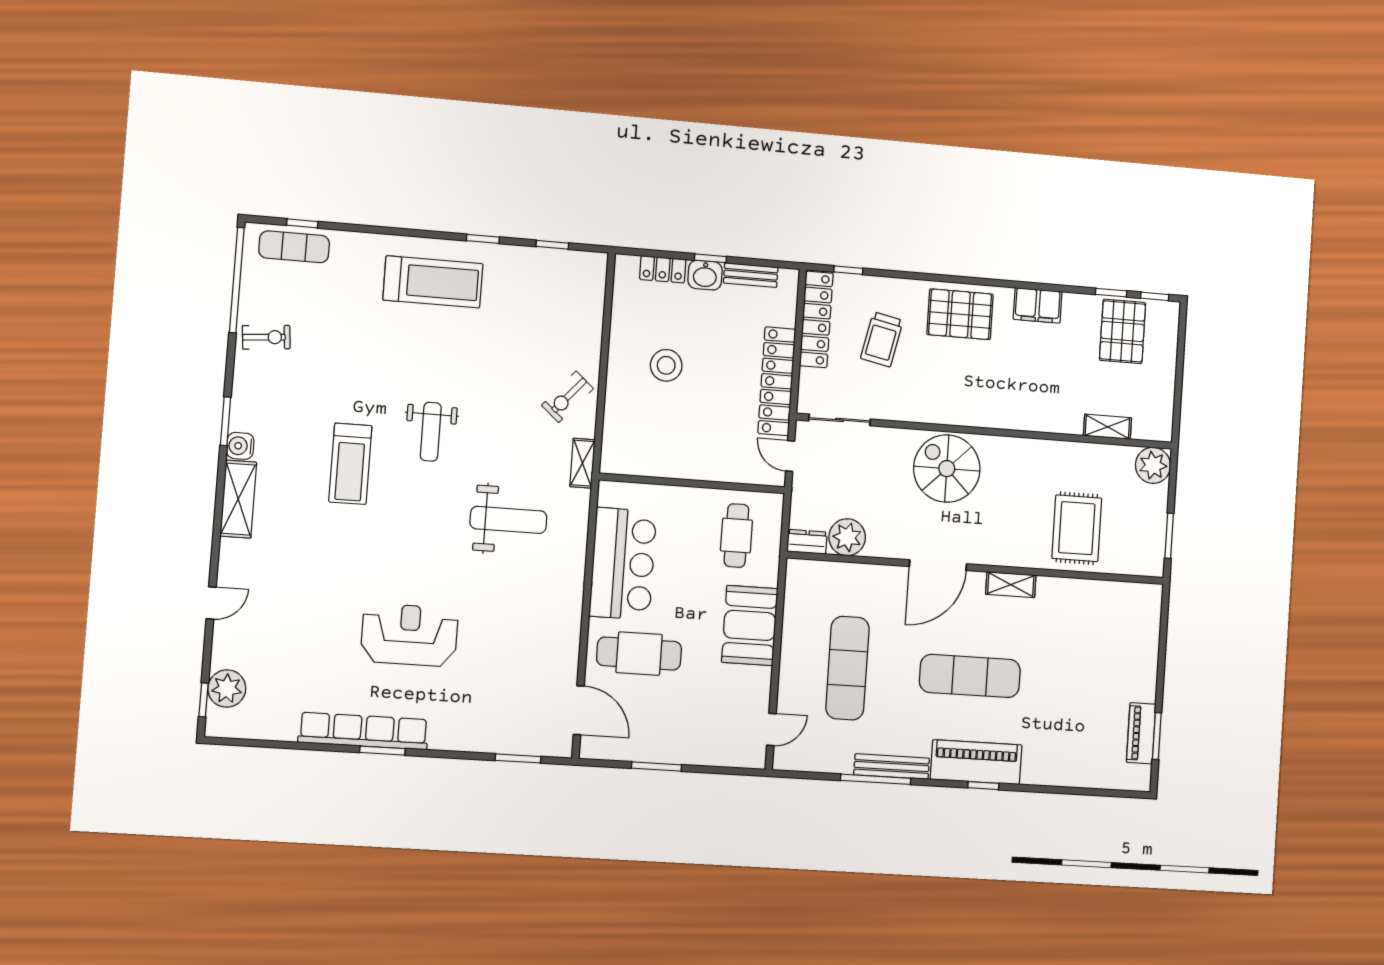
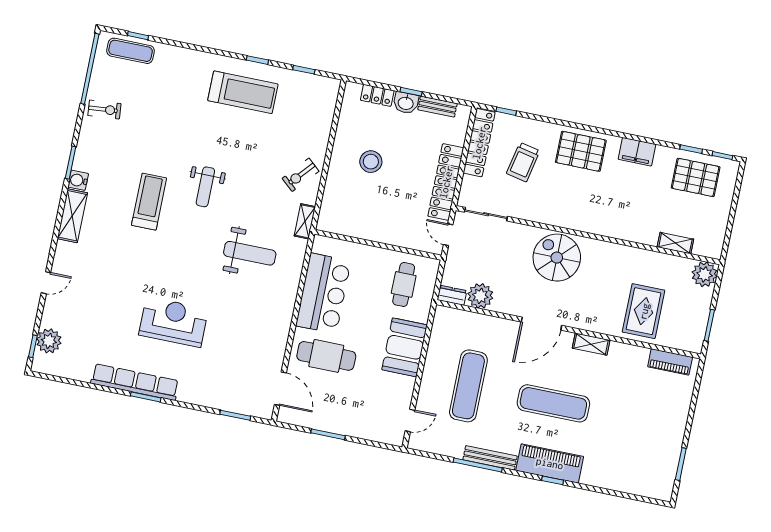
treadmill: (433, 282) -> (243, 92), moved
pallet: (1123, 331) -> (696, 177), turned 90
treadmill: (350, 464) -> (149, 202), turned 180
piano: (1141, 733) -> (670, 362), moved, turned -90

